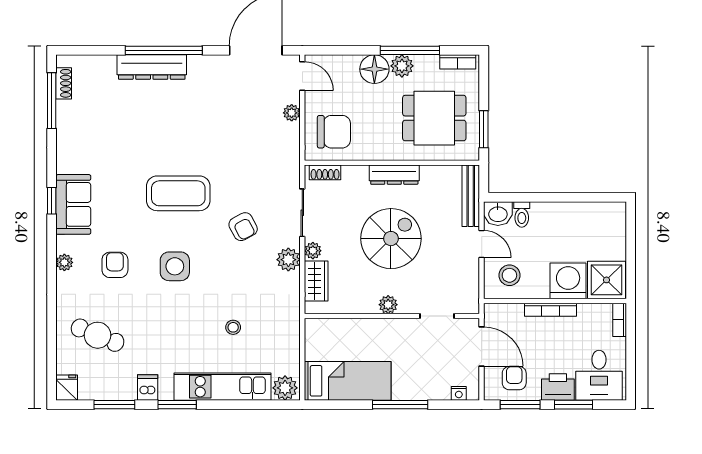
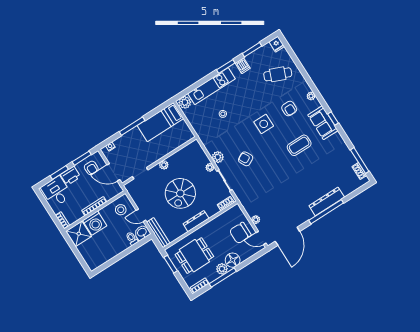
chair: (334, 132) -> (240, 233), moved
coffee table: (178, 193) -> (299, 145), moved, width x0.73, depth x0.76
wardrobe: (316, 281) -> (200, 156), removed

